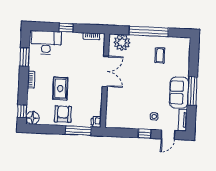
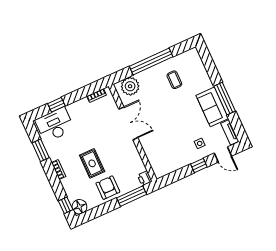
window: (66, 28) -> (56, 105), moved
door: (168, 135) -> (223, 154), hinge flipped

